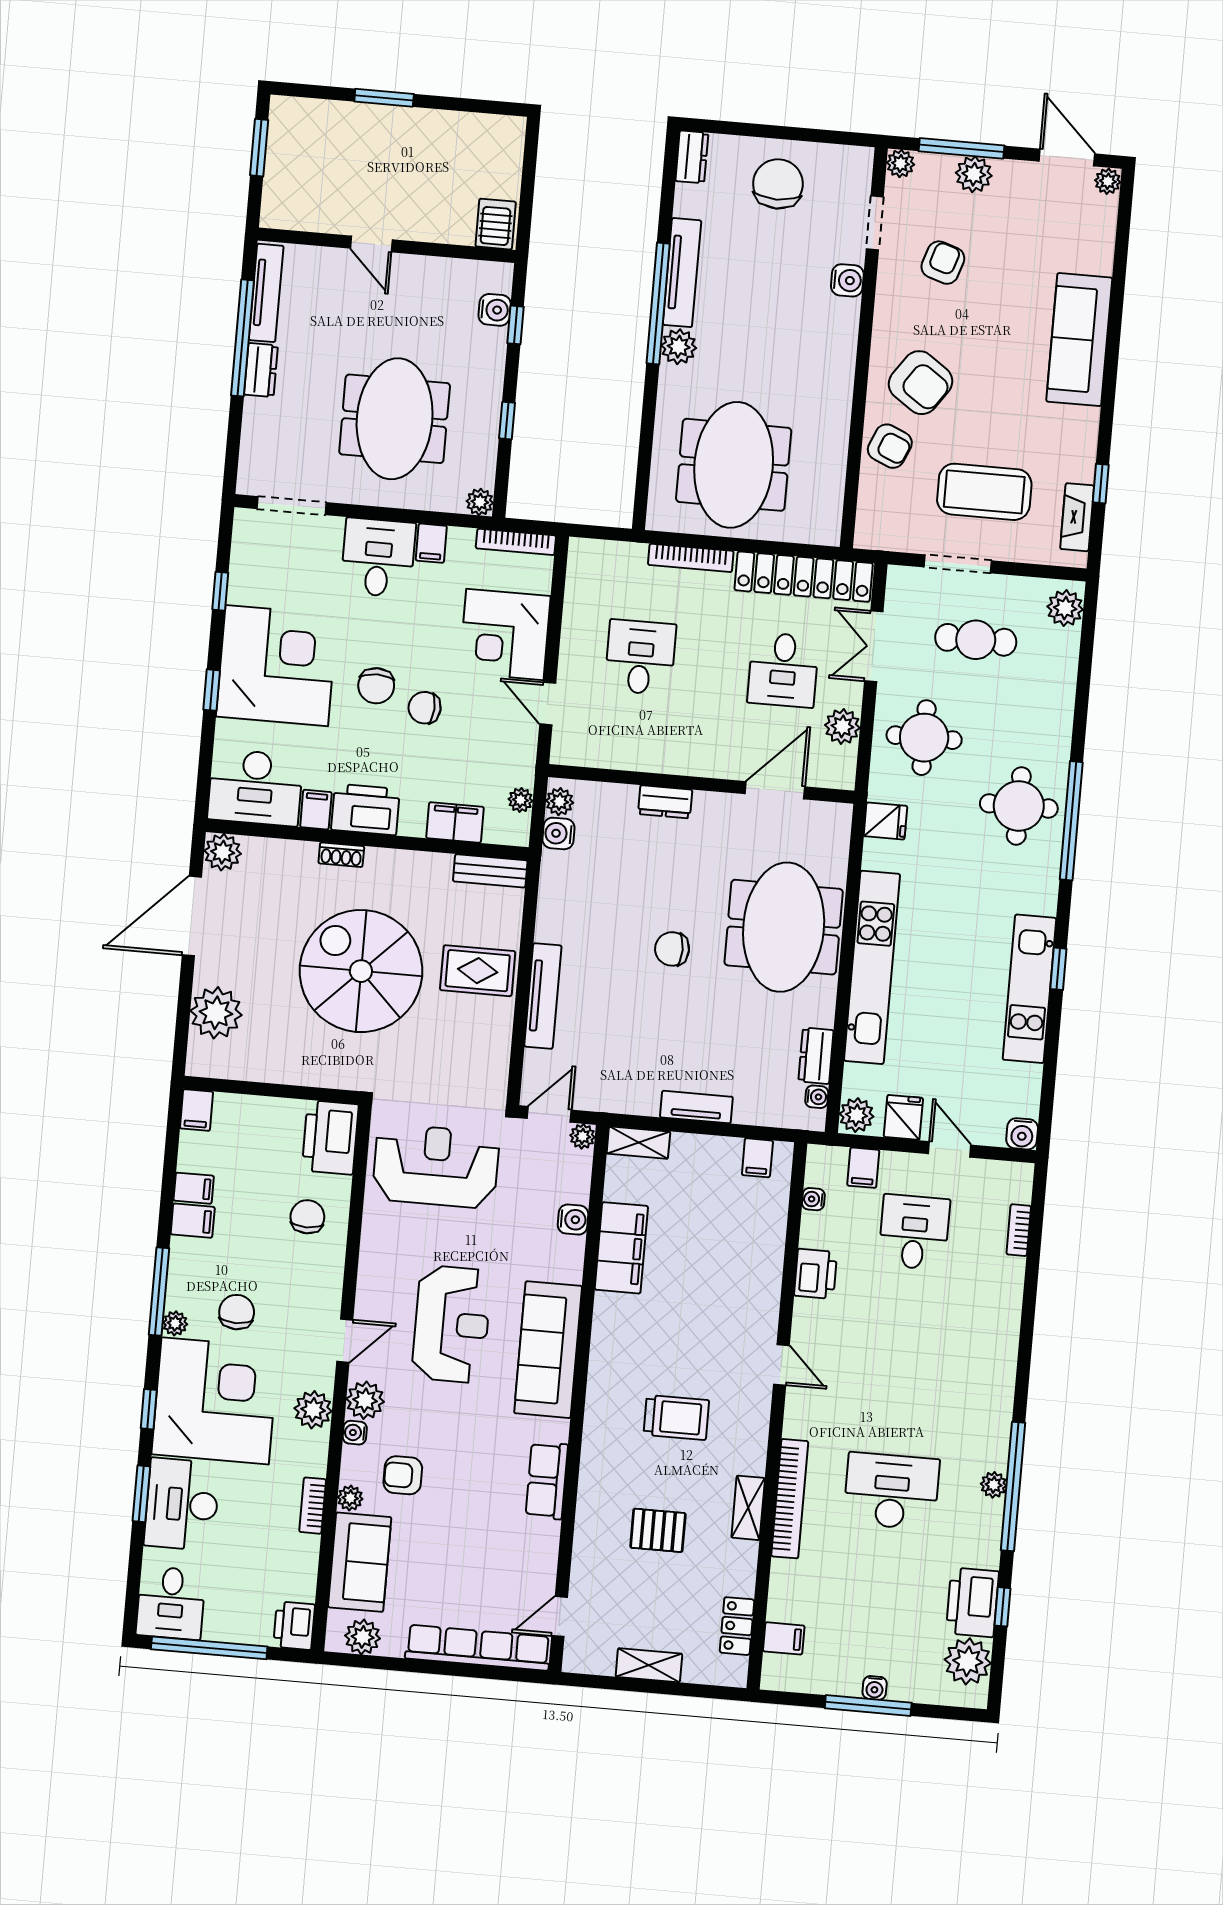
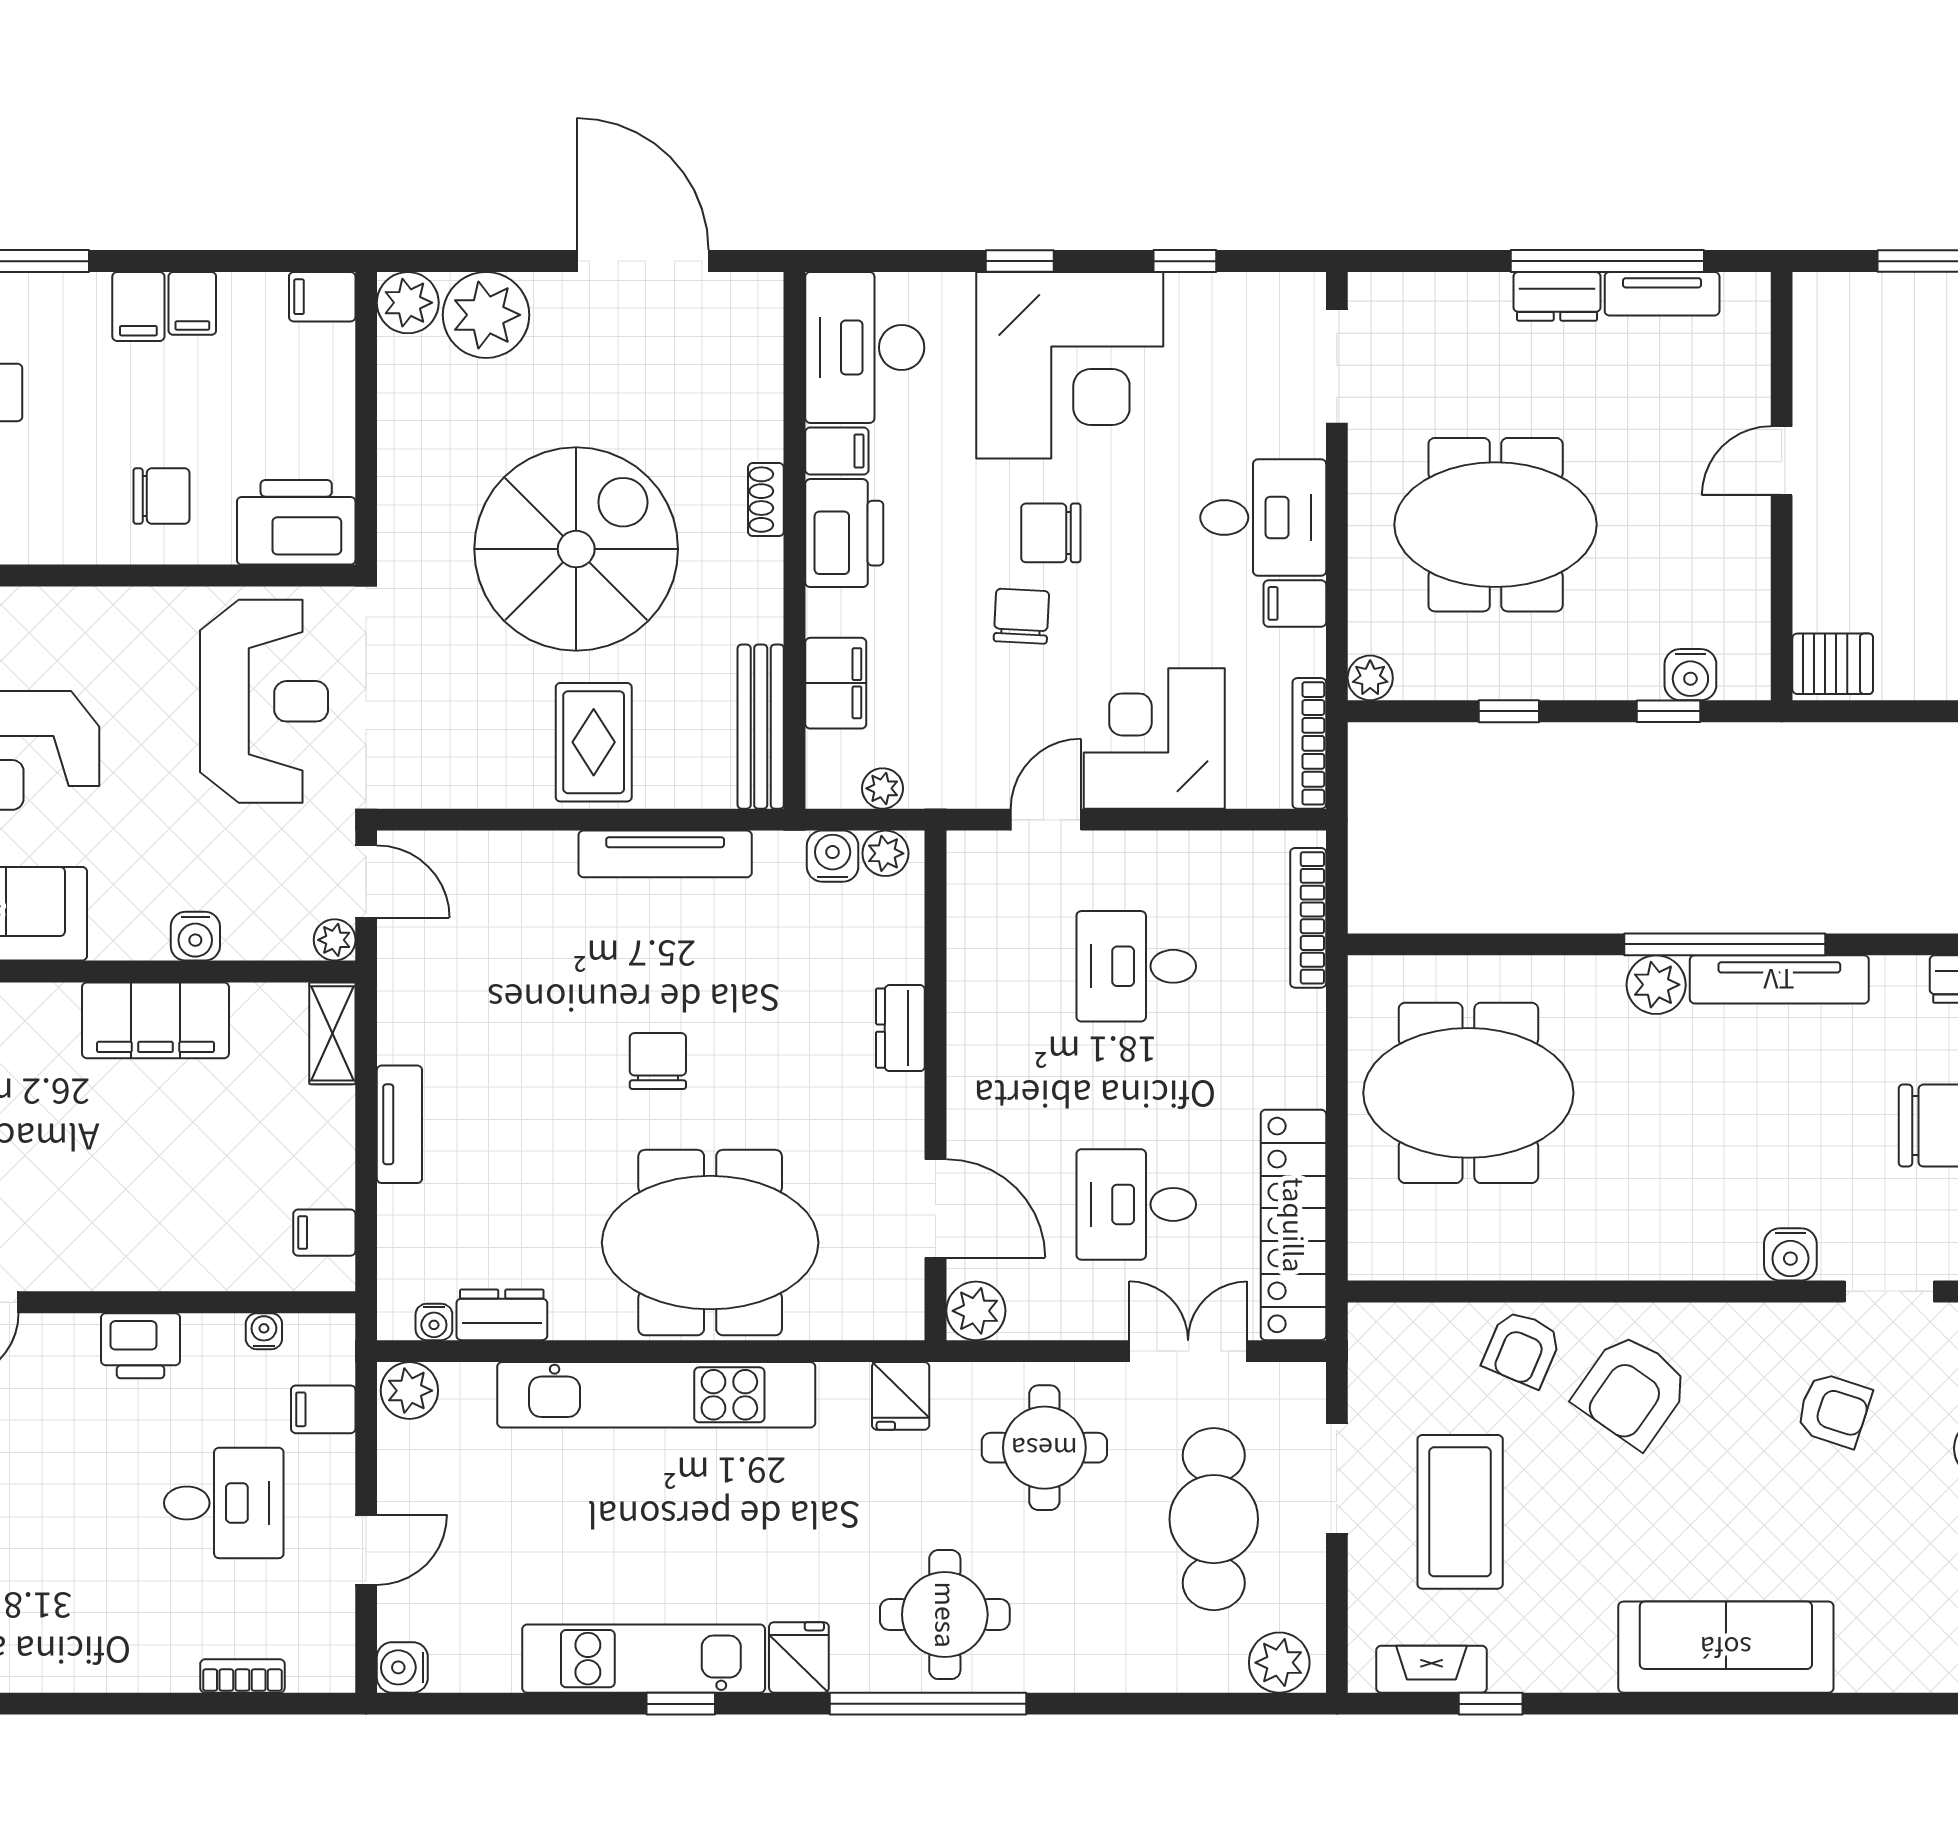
tv unit: (266, 293) -> (1662, 294), width x0.71
bookcase: (691, 558) -> (1308, 918), moved
cafe table: (976, 640) -> (1214, 1519), width x1.37, depth x1.35
desk: (640, 657) -> (1136, 966), turned 180
plant: (842, 726) -> (976, 1311), moved
plant: (223, 852) -> (408, 303), moved
bench: (490, 871) -> (761, 727), width x1.36
tv unit: (543, 996) -> (665, 854), moved
fridge: (903, 1117) -> (799, 1657), moved, turned -90

